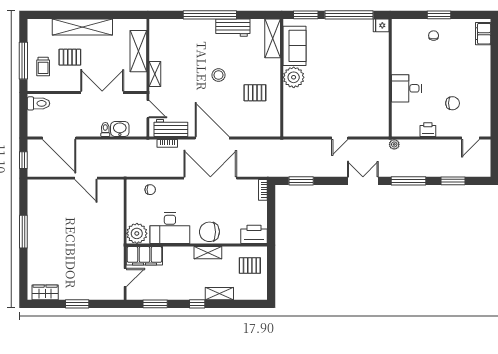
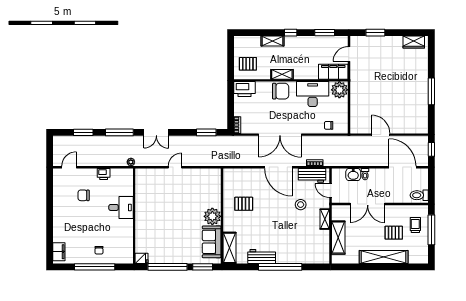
window: (439, 15) -> (95, 267), width x2.11
stool: (218, 75) -> (301, 205), moved
window: (77, 304) -> (375, 33), moved

